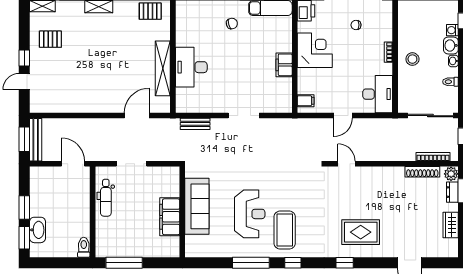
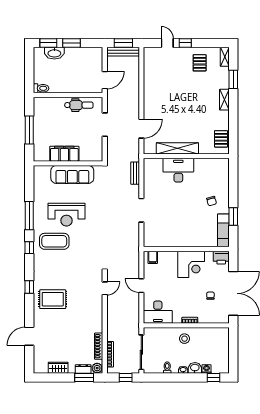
filing cabinet: (284, 65) -> (180, 241), removed
door: (137, 116) -> (141, 129), hinge flipped
dental chair: (106, 198) -> (79, 105), turned 180
rug: (361, 232) -> (53, 299), turned 90
window: (124, 263) -> (29, 130), moved

